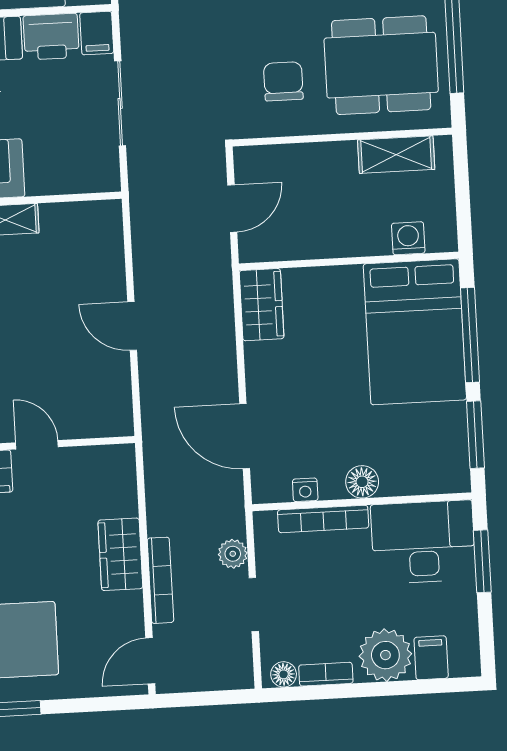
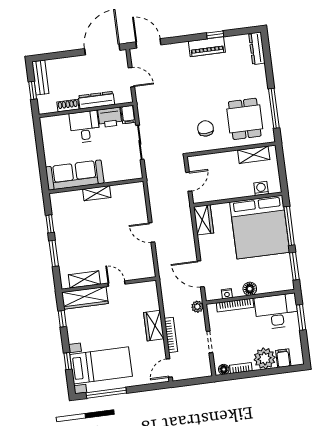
dining table: (381, 65) -> (245, 119), width x0.73
bed: (415, 332) -> (260, 227), width x1.36
plant: (233, 554) -> (197, 307), moved

